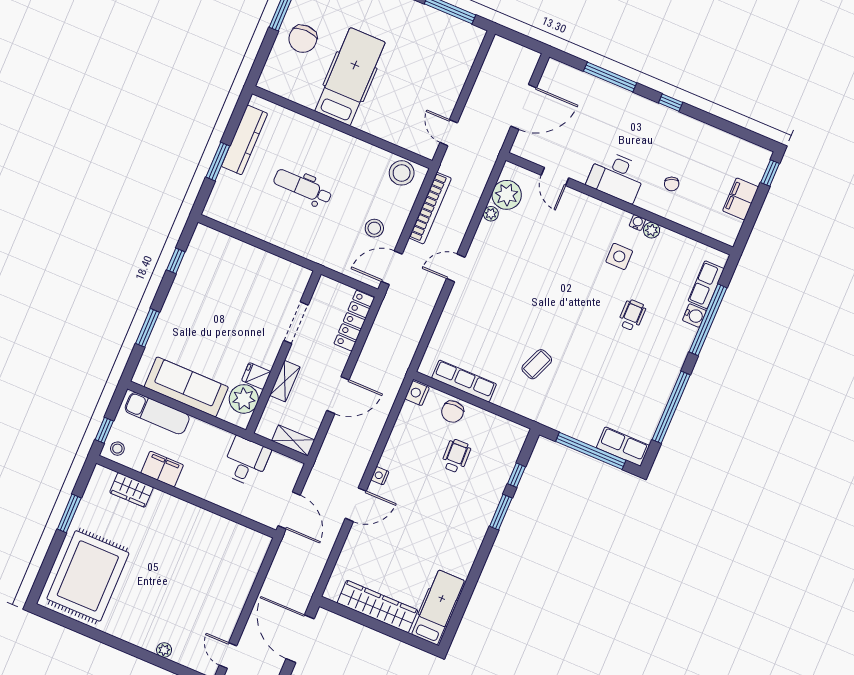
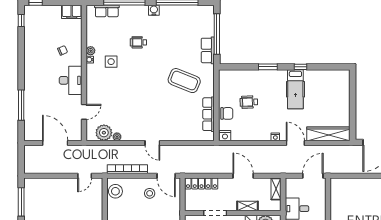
window: (671, 103) -> (21, 21), moved
filing cabinet: (741, 199) -> (72, 12), moved
water cooler: (694, 316) -> (154, 10), moved
coffee table: (537, 364) -> (184, 81), width x1.86, depth x1.72
row of seats: (623, 447) -> (208, 50), moved
window: (516, 475) -> (300, 67), moved
wardrobe: (377, 606) -> (328, 134), moved, turned 90
hospital bed: (438, 607) -> (295, 89), moved, turned -90

